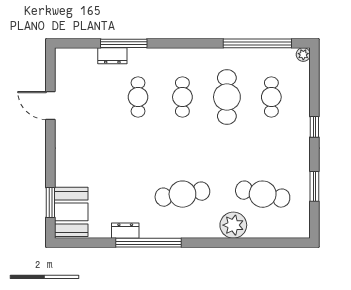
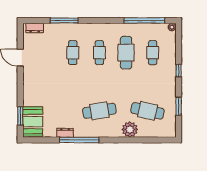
dresser: (112, 56) -> (35, 28), moved

